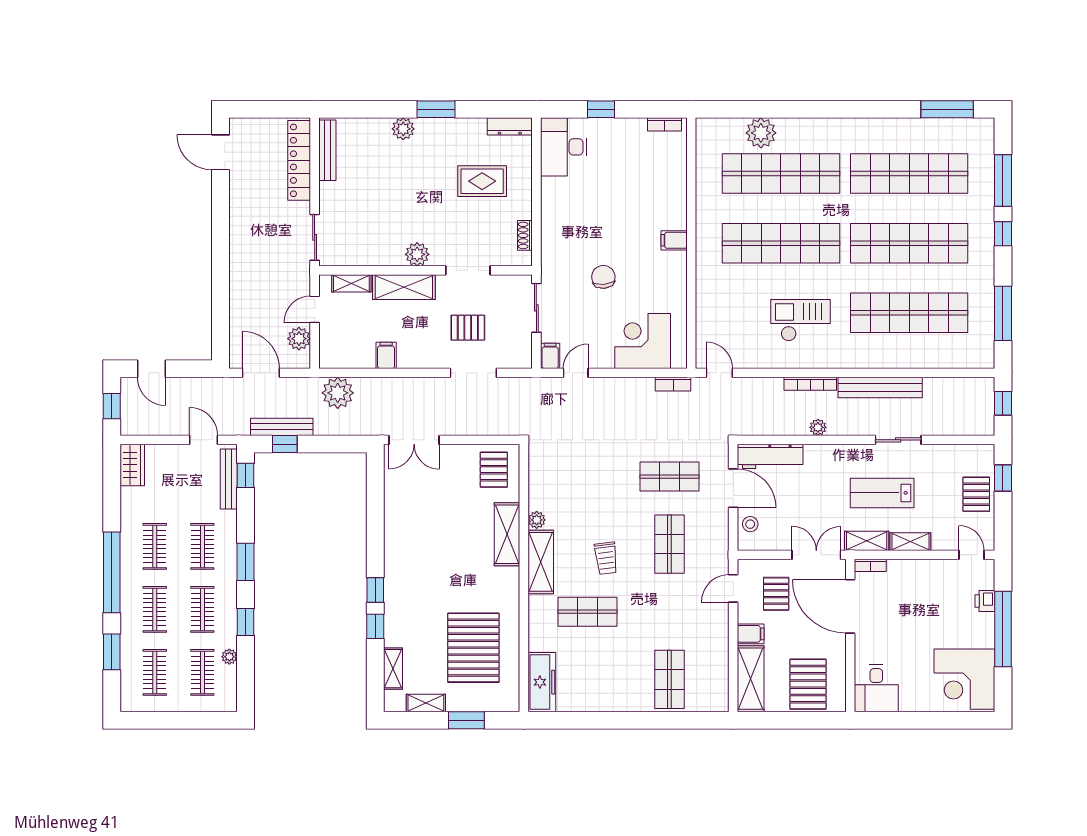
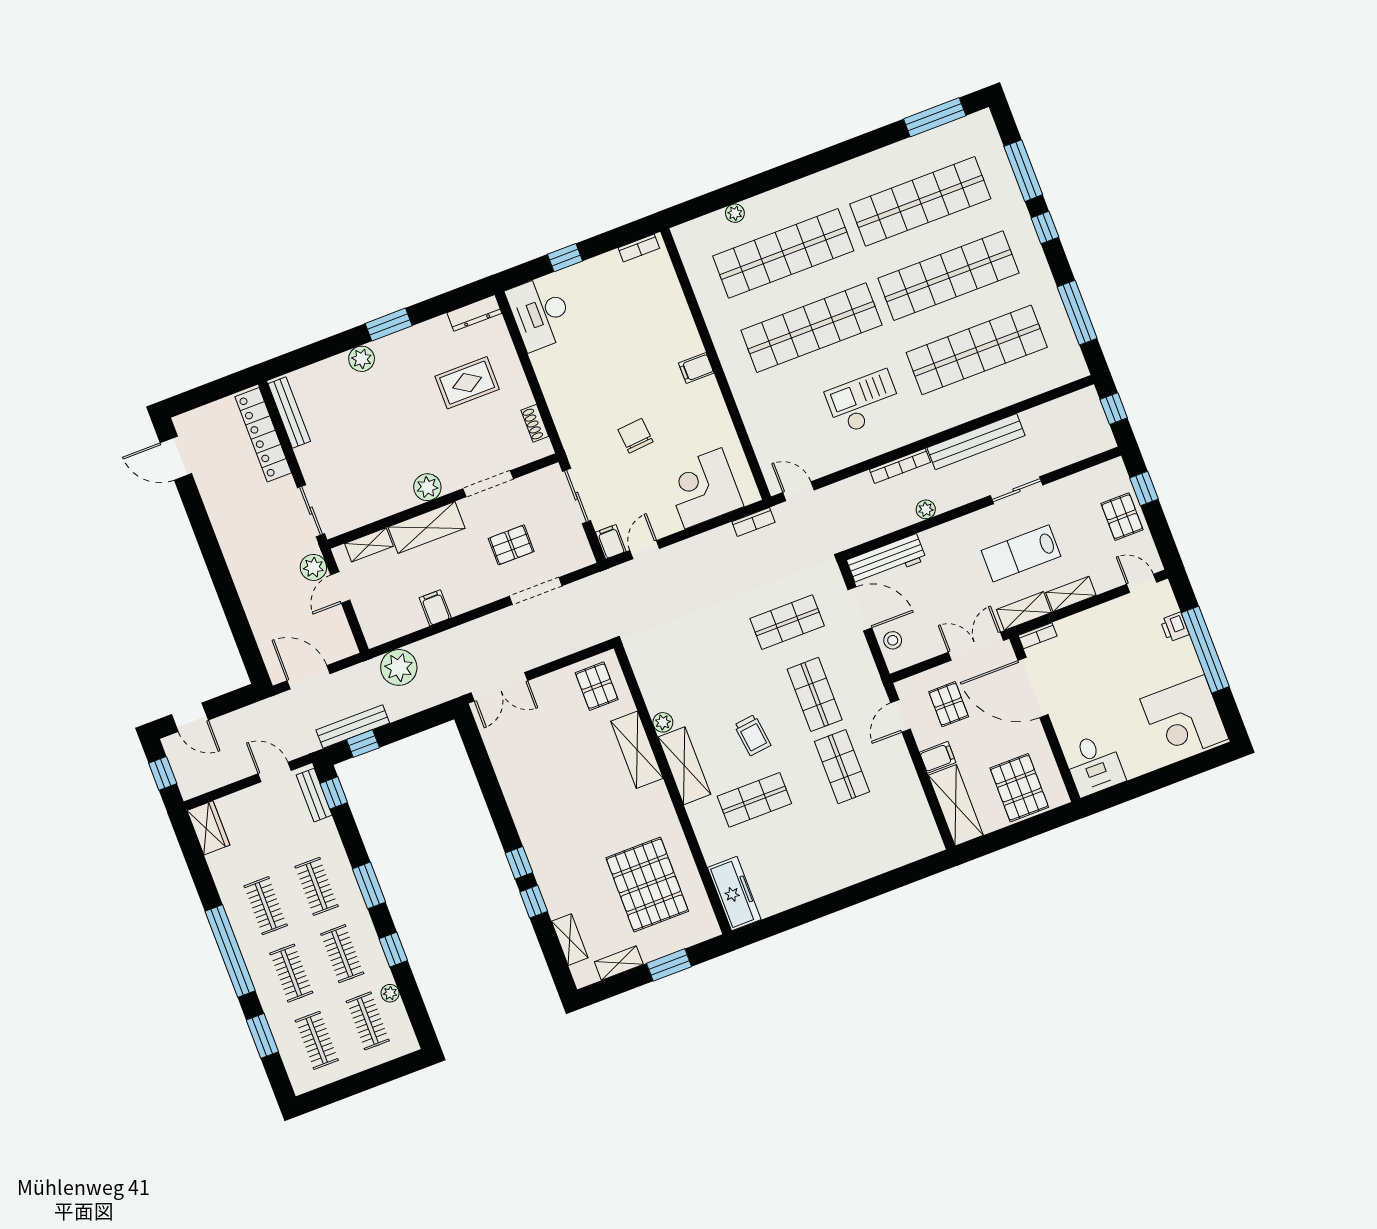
plant: (761, 133) -> (735, 213), width x0.53, depth x0.53
plant: (299, 339) -> (313, 567), moved
bench: (229, 479) -> (314, 795), width x0.73
shop shelf: (669, 679) -> (842, 767), moved

